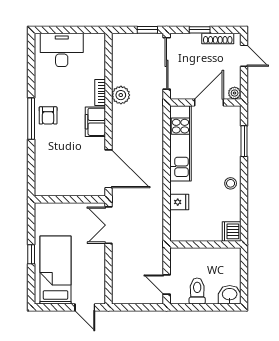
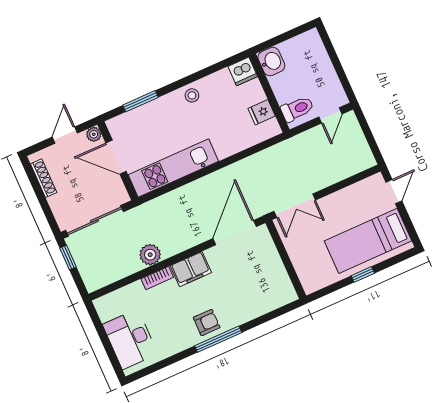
window: (200, 30) -> (43, 202), removed
door: (244, 56) -> (65, 135), moved
fridge: (179, 202) -> (262, 112), moved, turned -90
toilet: (197, 291) -> (297, 109), moved, turned 180
washbasin: (230, 295) -> (271, 62), moved, turned 180

